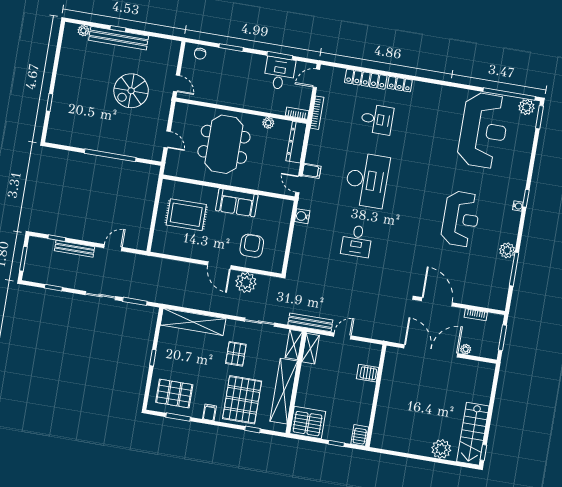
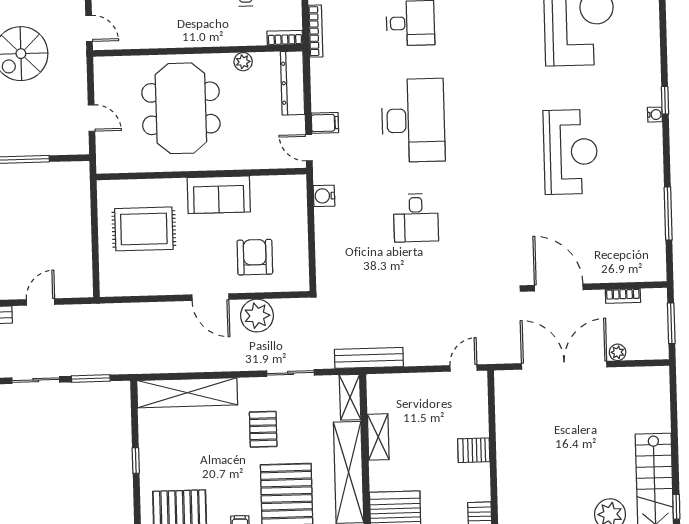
plant: (507, 250) -> (652, 187), removed
door: (342, 336) -> (463, 368), moved
shelving: (311, 349) -> (378, 437), moved
server rack: (368, 373) -> (474, 450), moved

